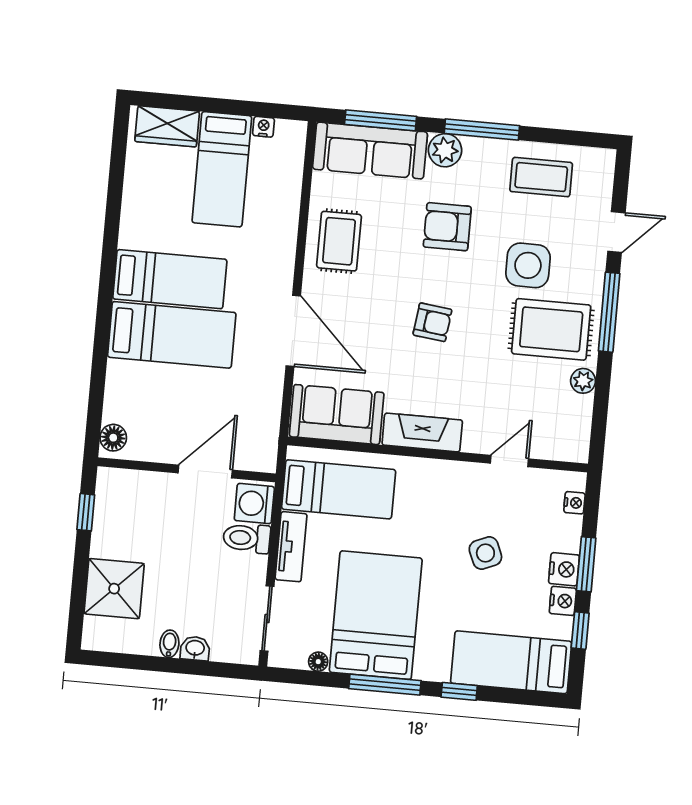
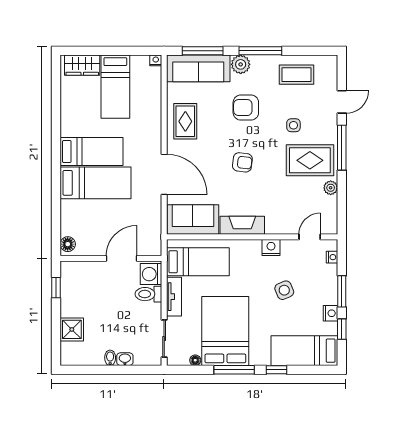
nightstand: (264, 127) -> (156, 60), moved
side table: (528, 265) -> (293, 125), width x0.54, depth x0.54
door: (509, 461) -> (310, 237), moved
nightstand: (564, 569) -> (271, 248), moved, turned -90
shower: (114, 589) -> (72, 329), width x0.73, depth x0.73

